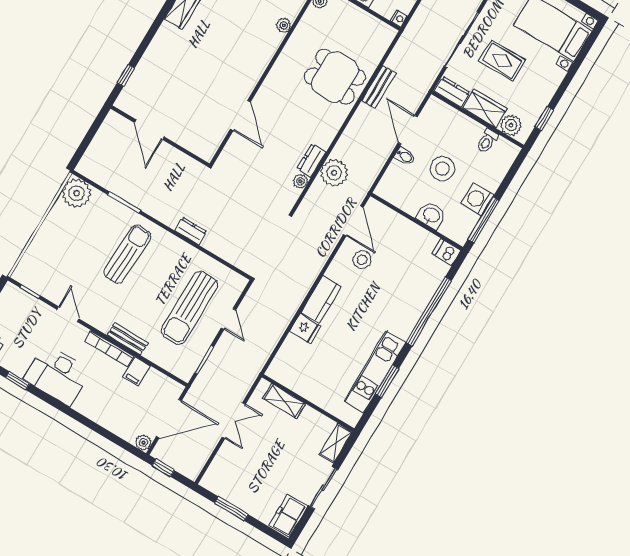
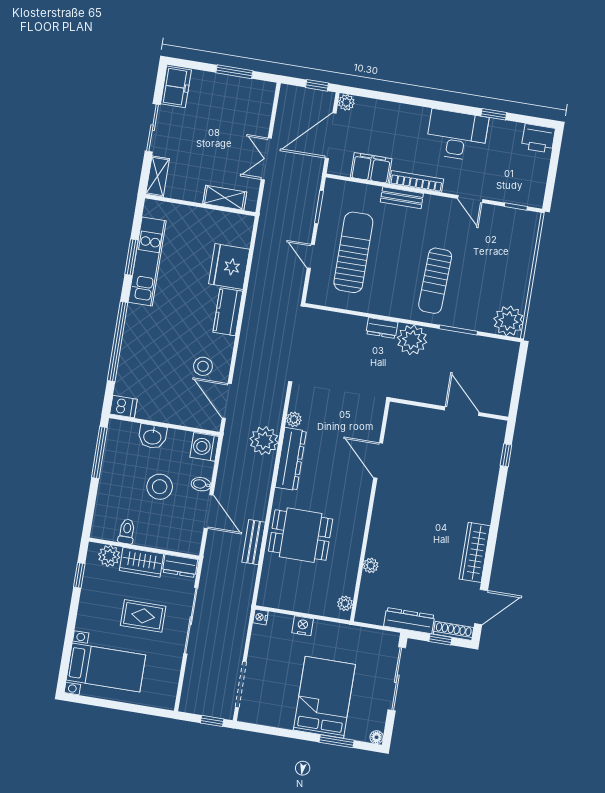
dresser: (312, 161) -> (291, 459), width x1.96, depth x1.24
washing machine: (477, 199) -> (204, 447), moved, turned 180
plant: (168, 210) -> (412, 340), added
fridge: (305, 329) -> (229, 267), width x1.88, depth x1.34
filing cabinet: (137, 371) -> (371, 168), width x2.00

